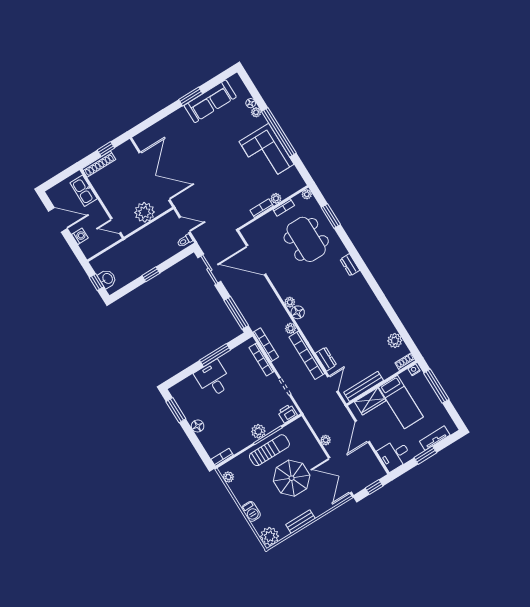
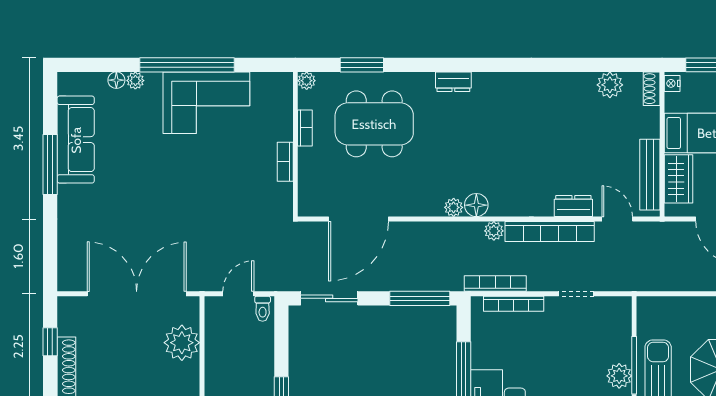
window: (191, 96) -> (50, 165), width x1.44
plant: (276, 198) -> (284, 131), removed
printer: (287, 413) -> (619, 315), removed
plant: (326, 440) -> (695, 282), removed

